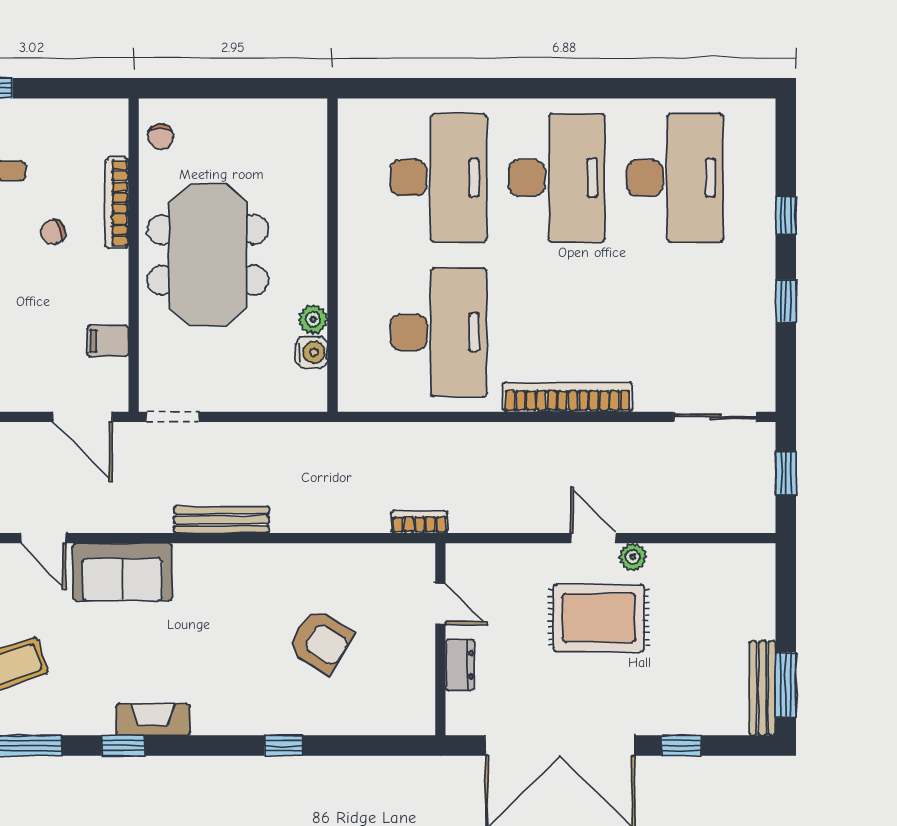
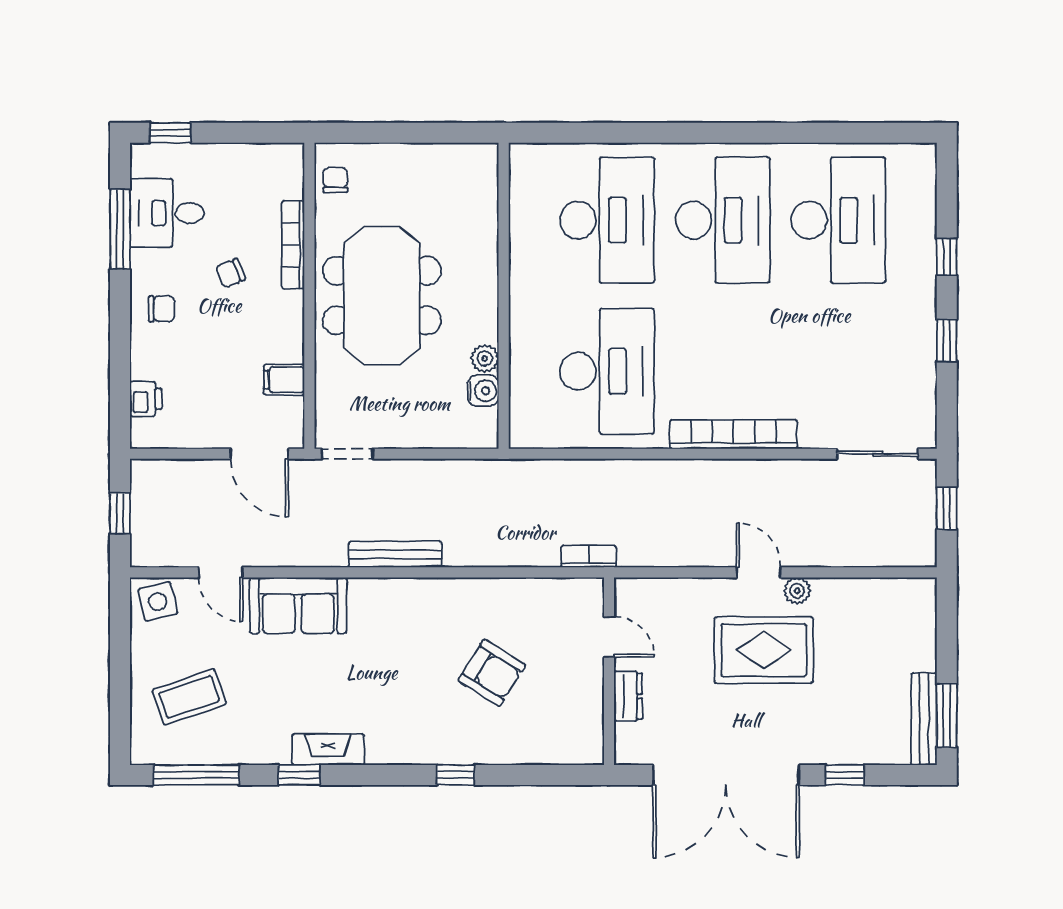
chair: (160, 137) -> (335, 180), turned 180

